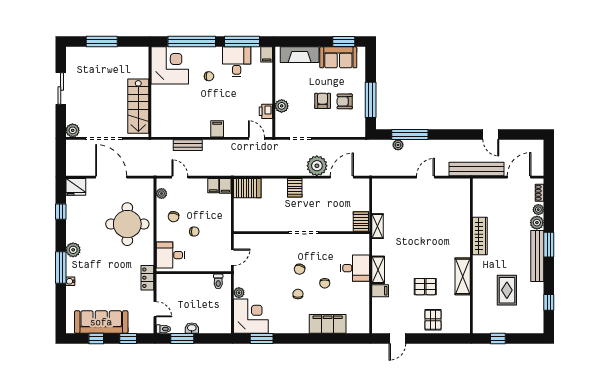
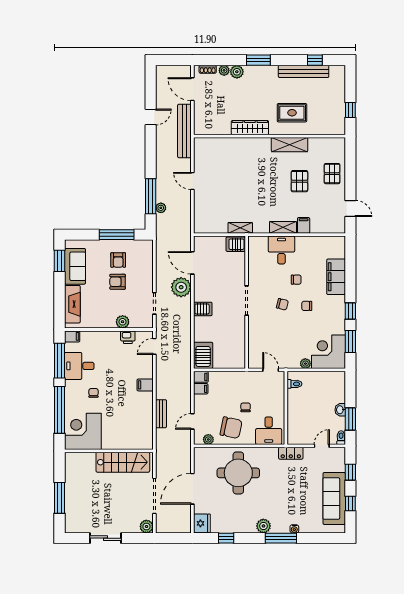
chair: (174, 217) -> (231, 428), width x1.87, depth x1.87
bench: (537, 256) -> (304, 71), moved
rug: (507, 290) -> (292, 113), moved
pallet: (433, 320) -> (332, 174), turned 90
window: (293, 339) -> (350, 311), added

